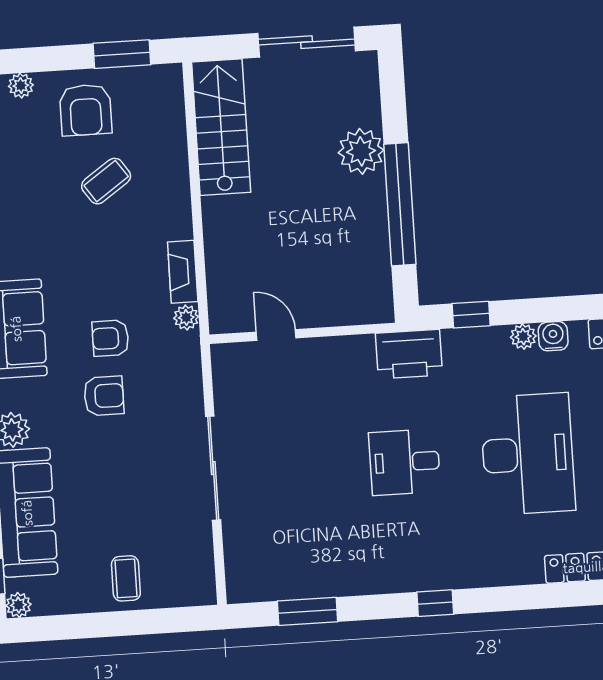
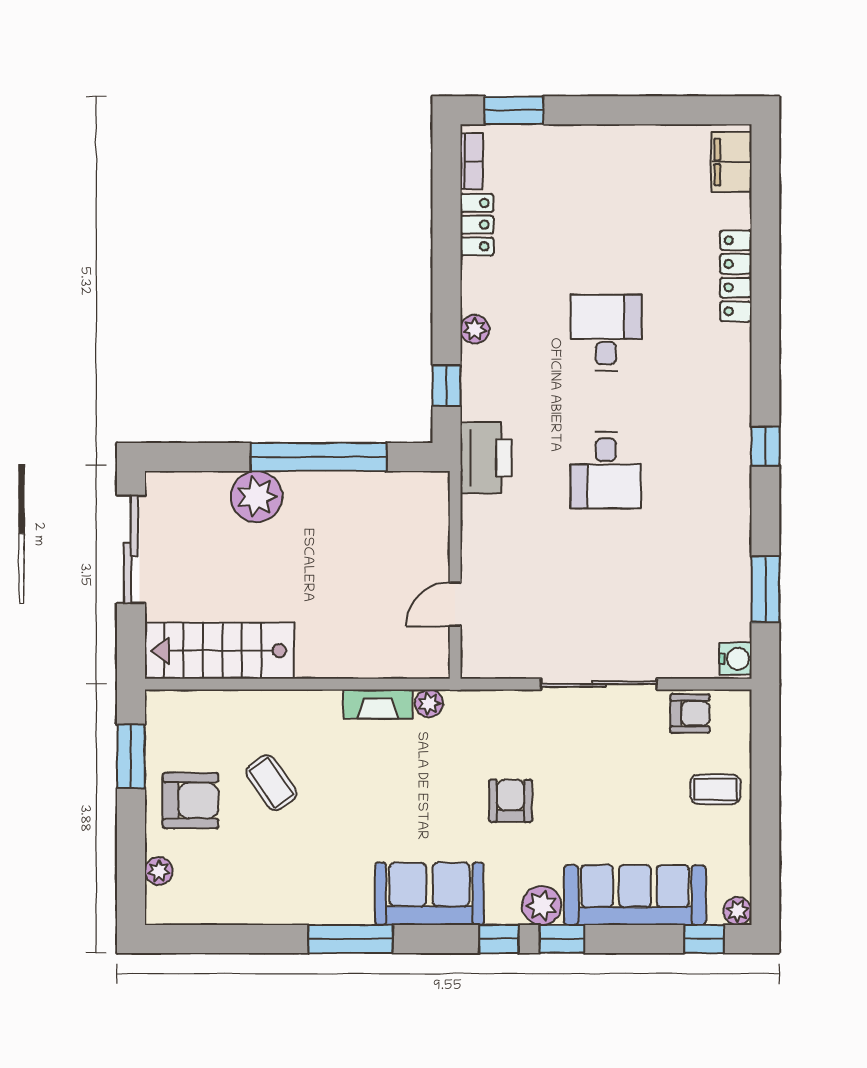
water cooler: (553, 336) -> (735, 659), moved, turned 180
armchair: (110, 338) -> (690, 713), moved, turned -90
desk: (528, 454) -> (606, 333), width x0.53, depth x0.77

